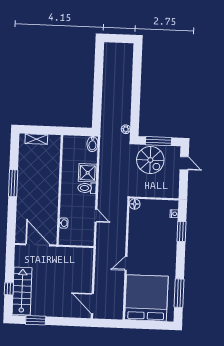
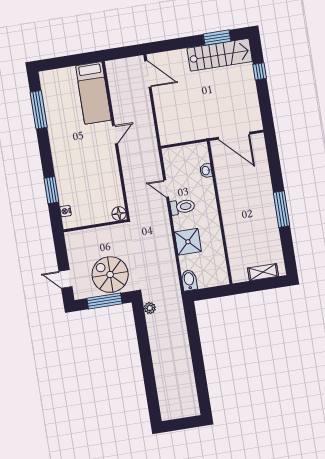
toilet: (87, 188) -> (182, 207), moved
stairs: (22, 291) -> (220, 55), moved, turned -90
bed: (146, 298) -> (93, 93), width x0.49

